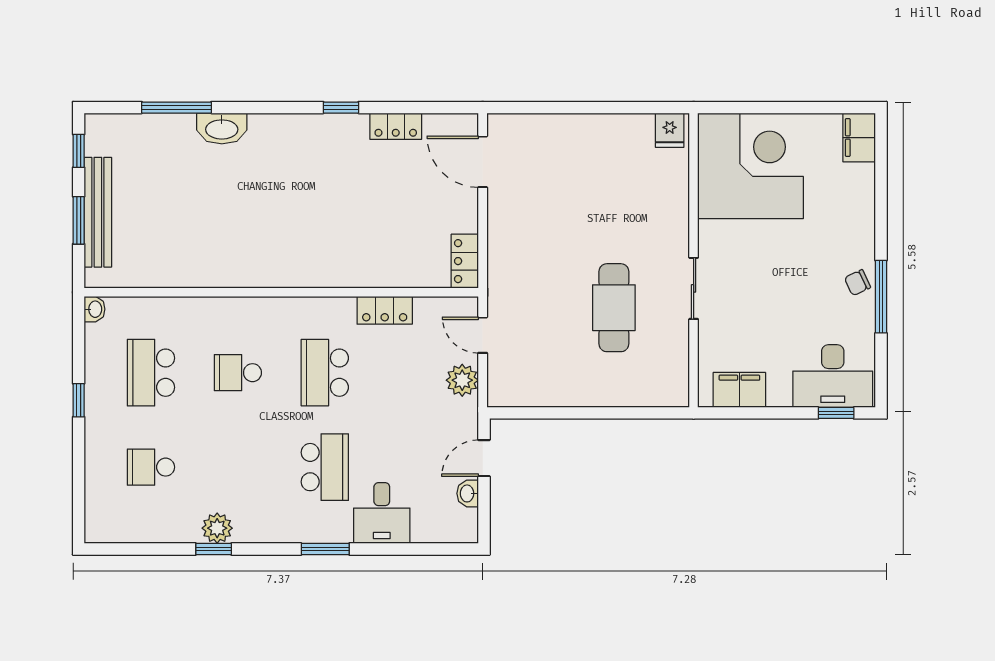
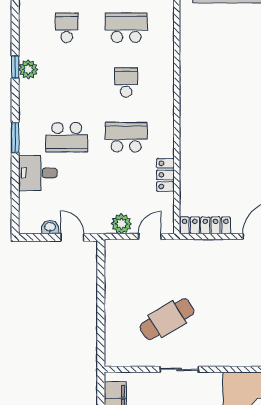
locker: (465, 261) -> (205, 225), width x1.53
cafe table: (614, 308) -> (167, 319), turned -31

